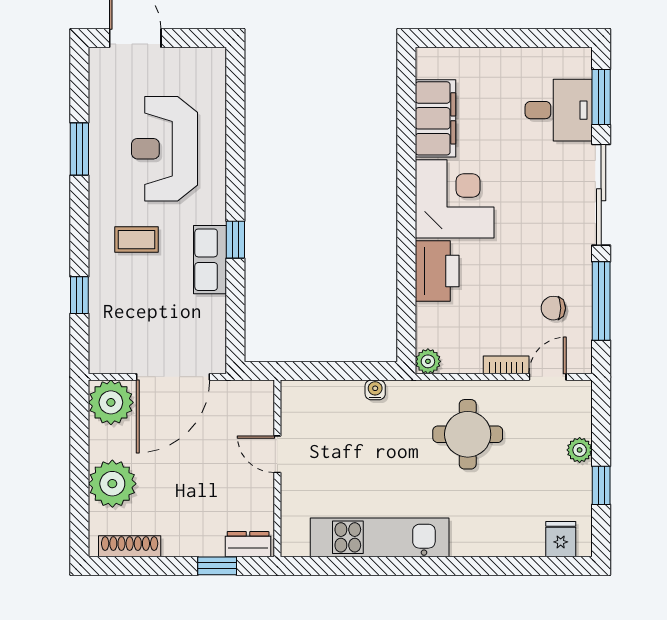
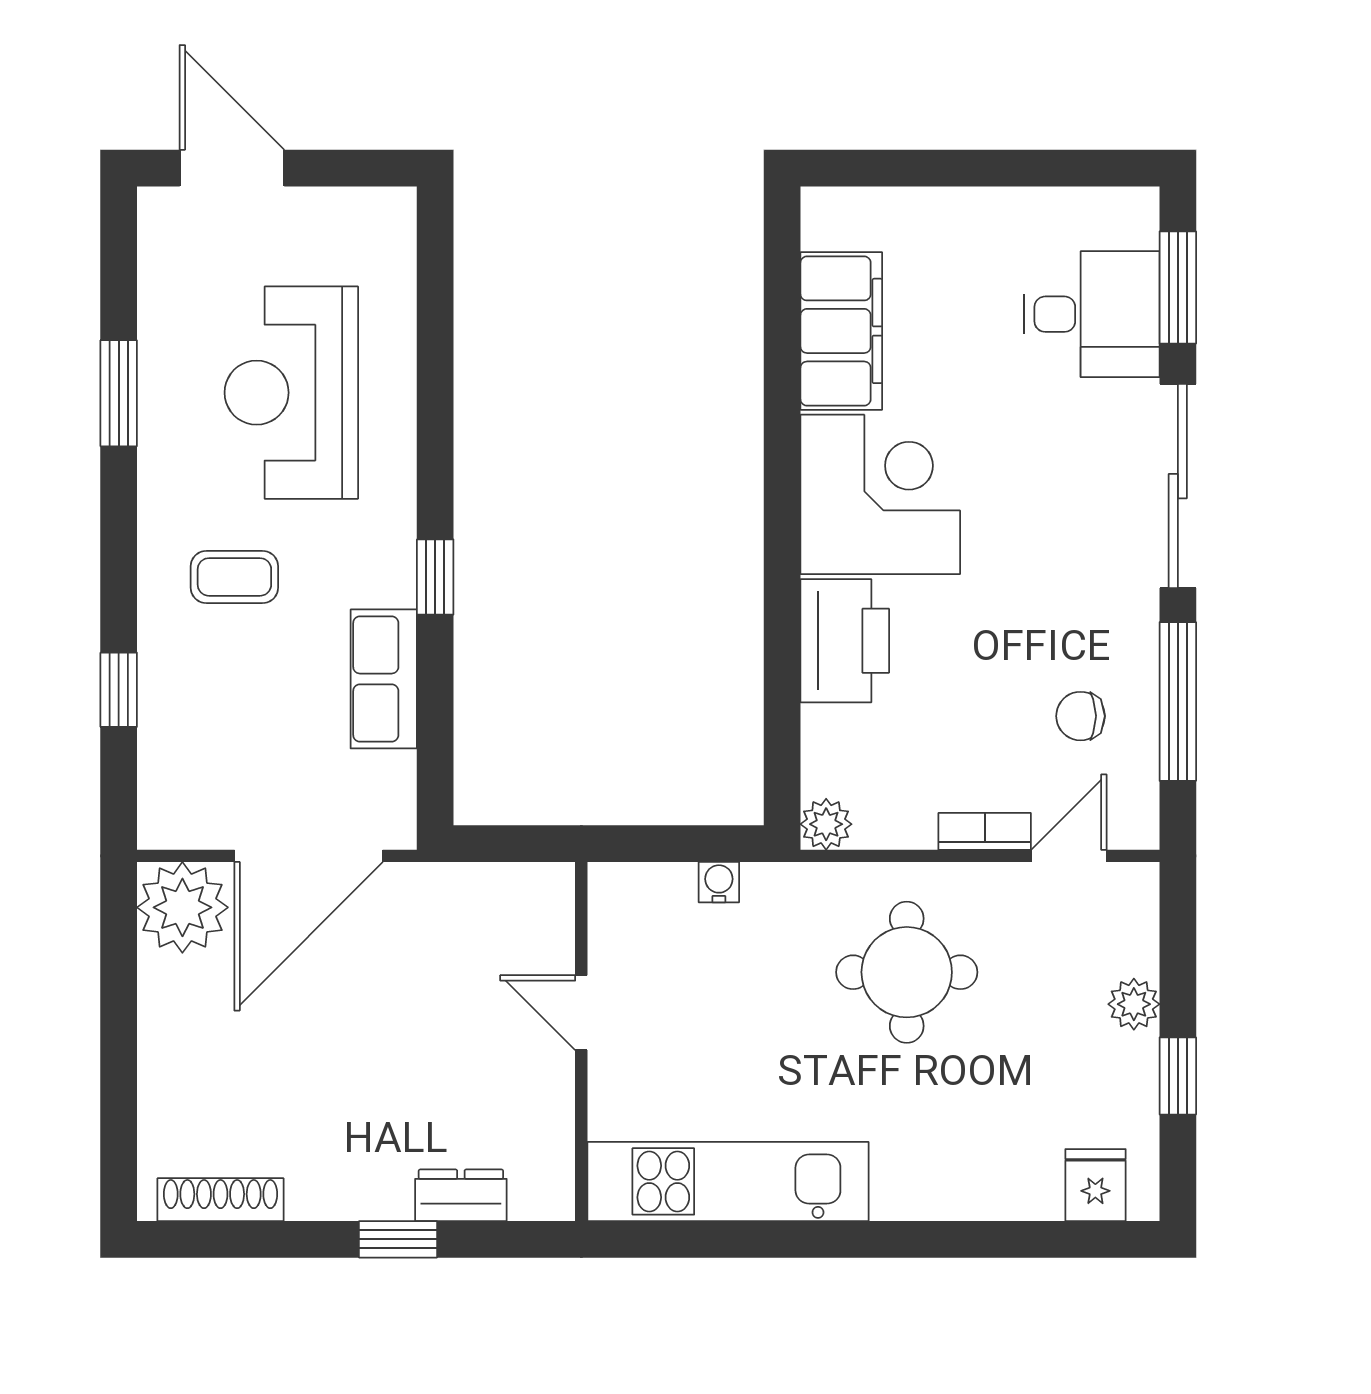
row of seats: (210, 260) -> (384, 679), moved
door: (277, 454) -> (581, 1013), moved
wall: (277, 468) -> (581, 1042), moved
plant: (112, 484) -> (185, 1072), removed

